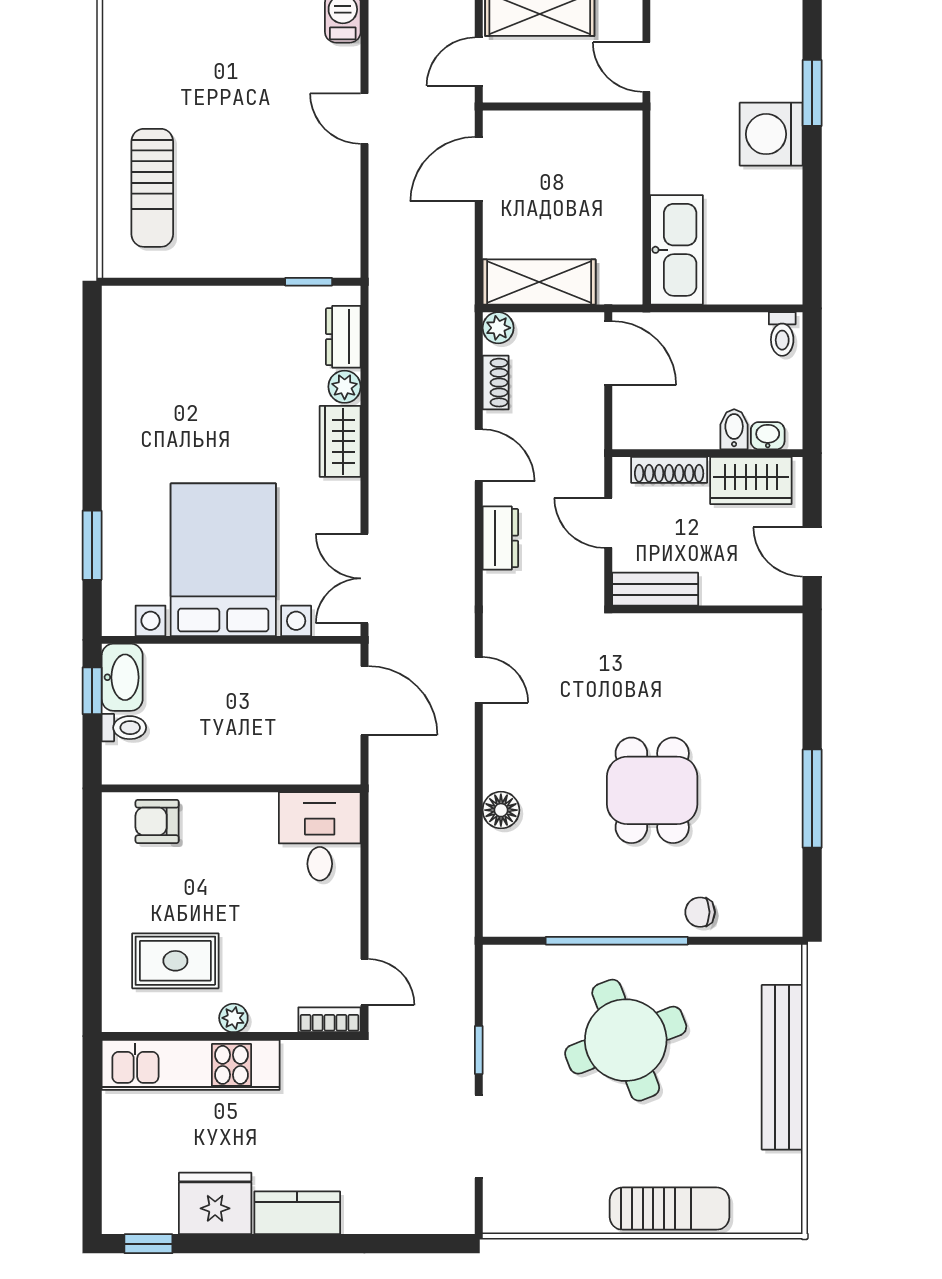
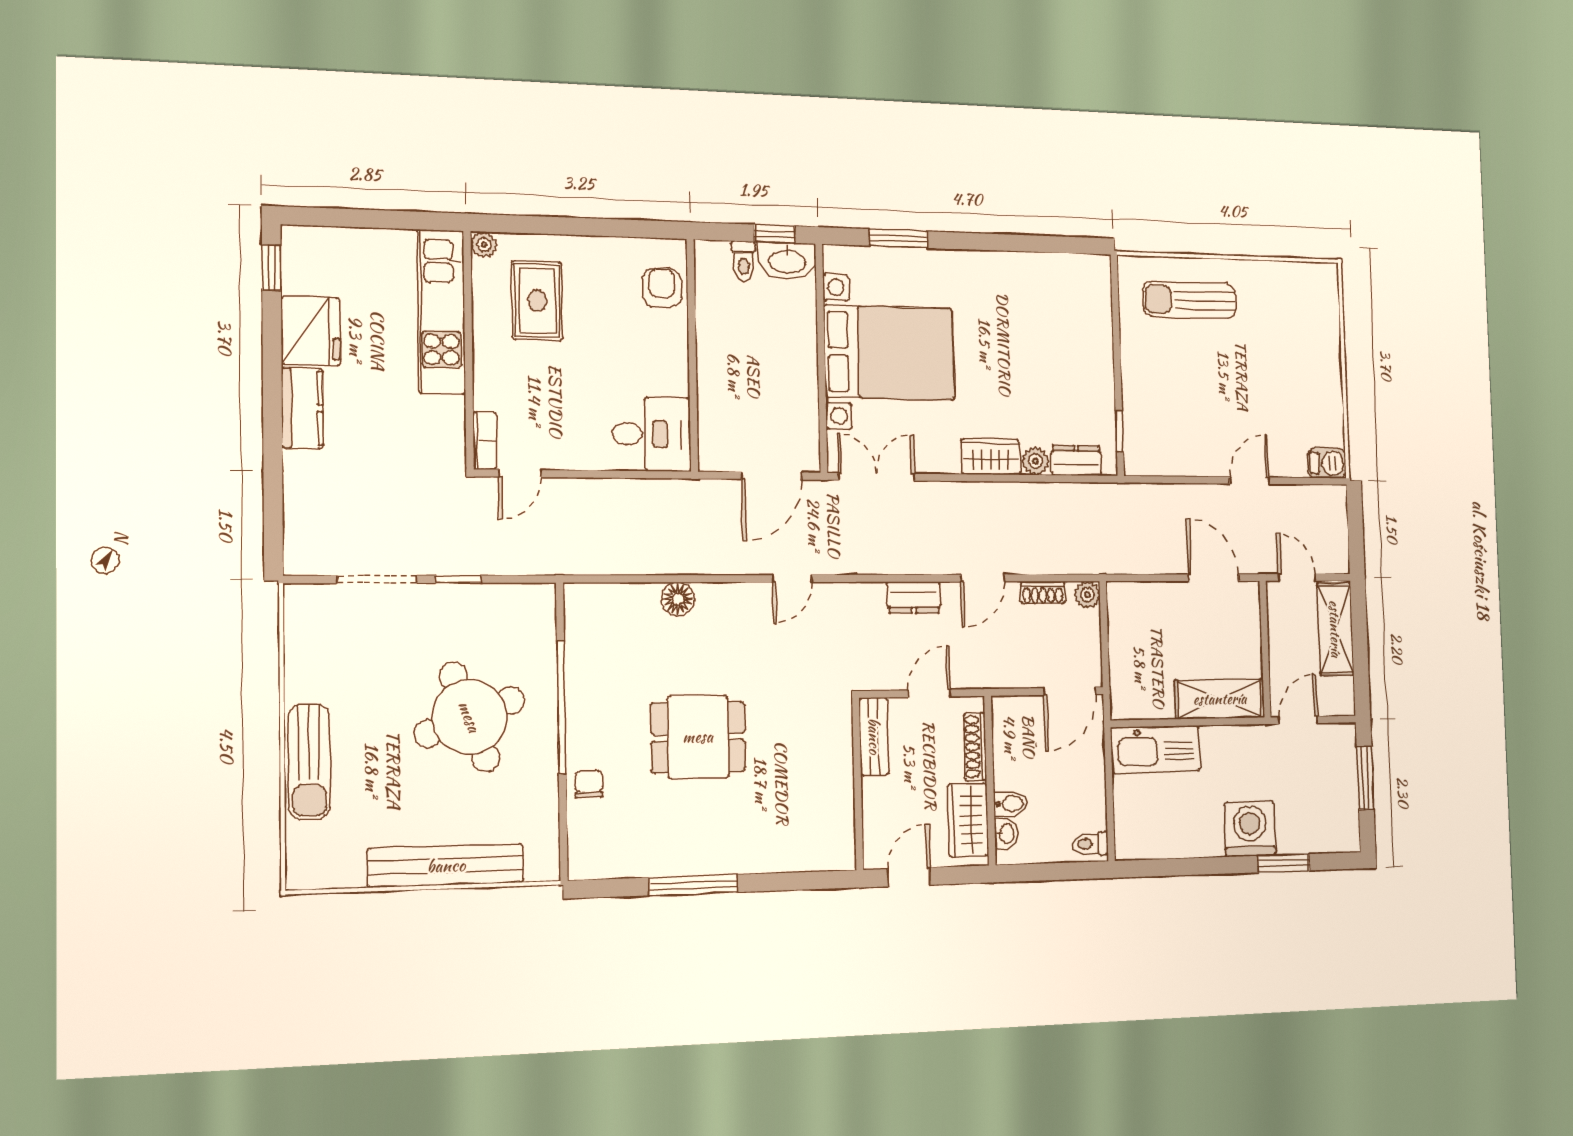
shelving: (539, 282) -> (1220, 699), moved, turned 90
plant: (233, 1018) -> (484, 245), moved

